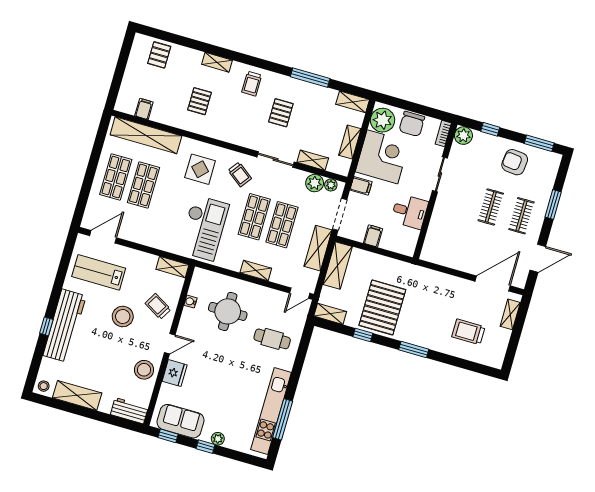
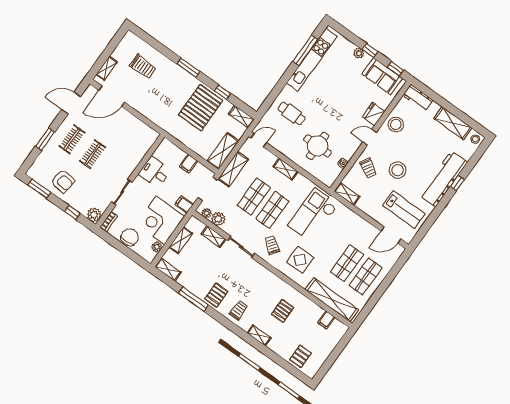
pallet: (281, 113) -> (216, 295), moved
plant: (383, 120) -> (157, 247), width x0.53, depth x0.53

